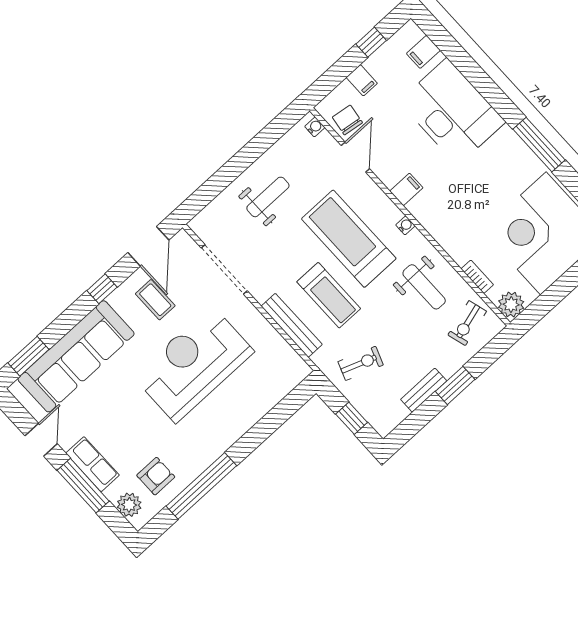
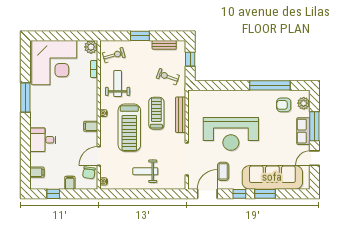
desk: (452, 112) -> (43, 140), width x0.53, depth x0.77
window: (28, 356) -> (265, 194), moved
bench: (424, 390) -> (164, 45), moved

